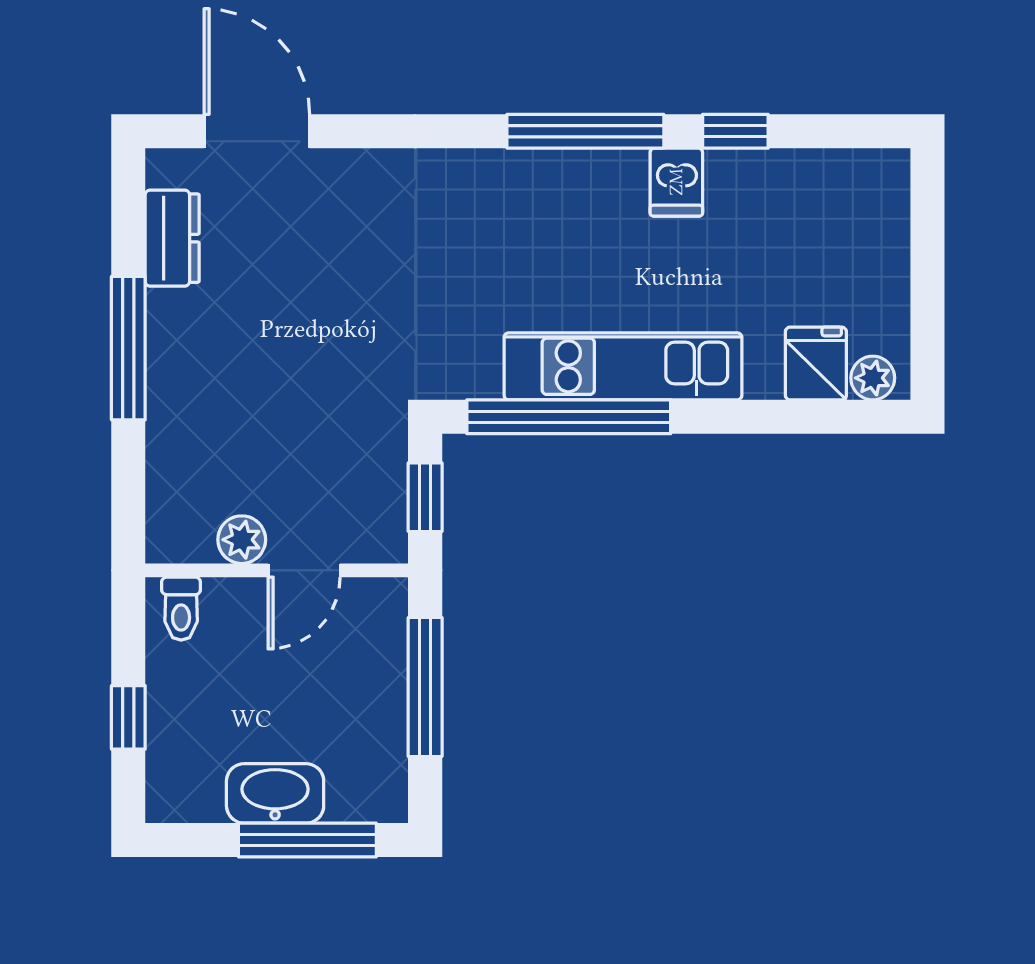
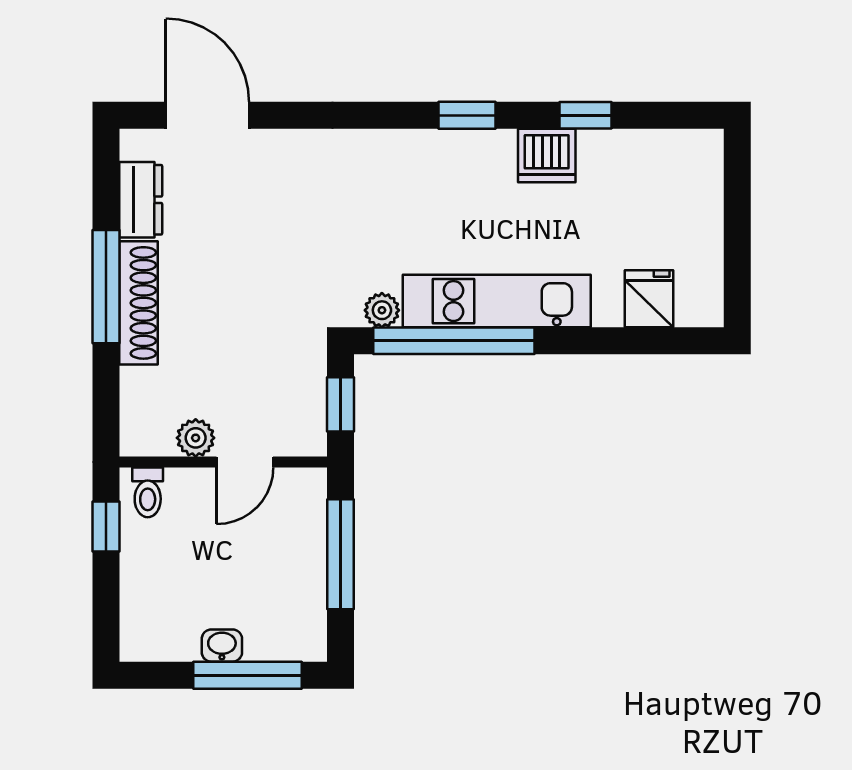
window: (585, 131) -> (467, 115), width x0.46
dishwasher: (676, 182) -> (547, 156), width x1.38
shoe rack: (169, 369) -> (138, 303), added
plant: (873, 378) -> (382, 310), moved
window: (128, 717) -> (106, 526), moved
washbasin: (275, 793) -> (222, 646), width x0.52, depth x0.69

